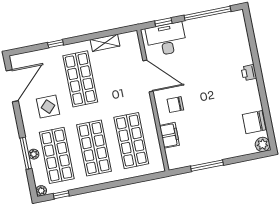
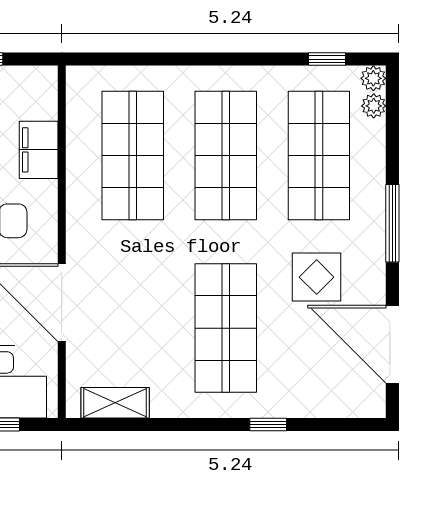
shelving: (105, 43) -> (115, 403), moved
door: (12, 86) -> (392, 344), hinge flipped
window: (26, 153) -> (392, 223), moved
plant: (34, 154) -> (374, 106), moved

